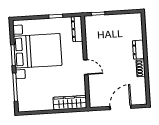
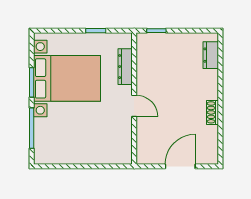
dresser: (77, 29) -> (125, 67), moved
dresser: (138, 50) -> (211, 55), moved
wardrobe: (70, 103) -> (109, 155), removed

